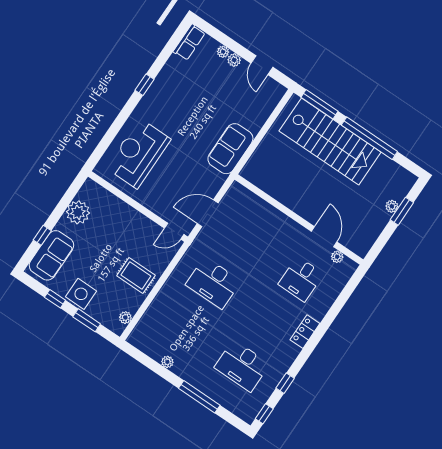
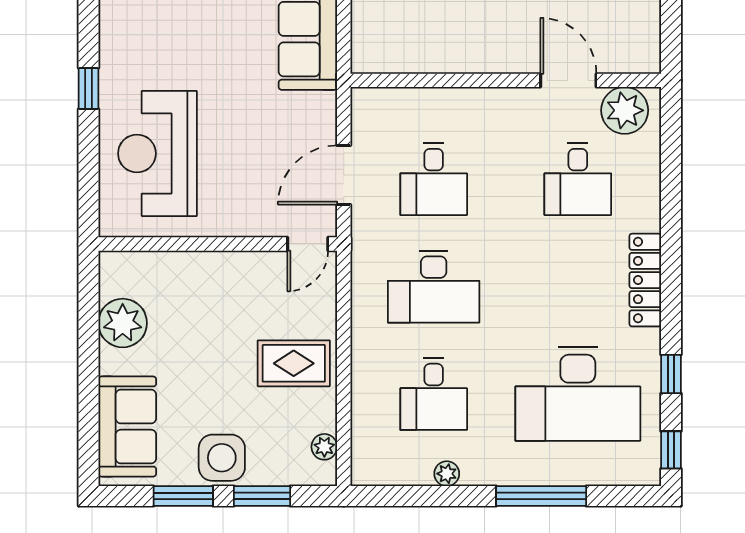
window: (145, 85) -> (88, 89), moved
window: (42, 235) -> (88, 403), removed
desk: (243, 240) -> (434, 179), added
plant: (337, 257) -> (625, 110), width x1.87, depth x1.87
window: (55, 299) -> (183, 496), width x1.50
desk: (184, 326) -> (434, 394), added
locker: (305, 332) -> (645, 280), width x1.53
desk: (242, 366) -> (578, 394), width x1.36, depth x1.30

